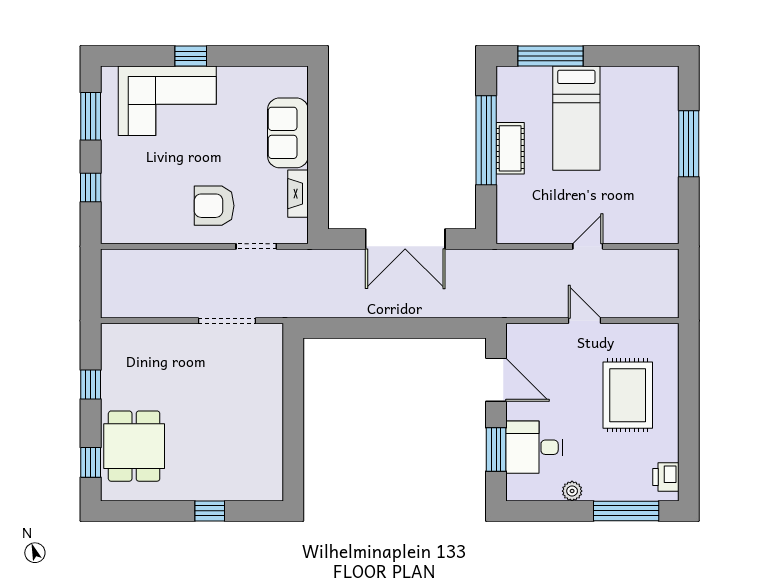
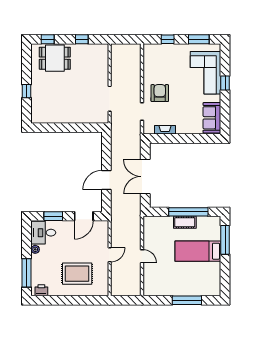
sofa: (288, 133) -> (212, 118), moved, turned -90
door: (413, 328) -> (106, 180), added
desk: (534, 447) -> (43, 233), moved, turned -90

